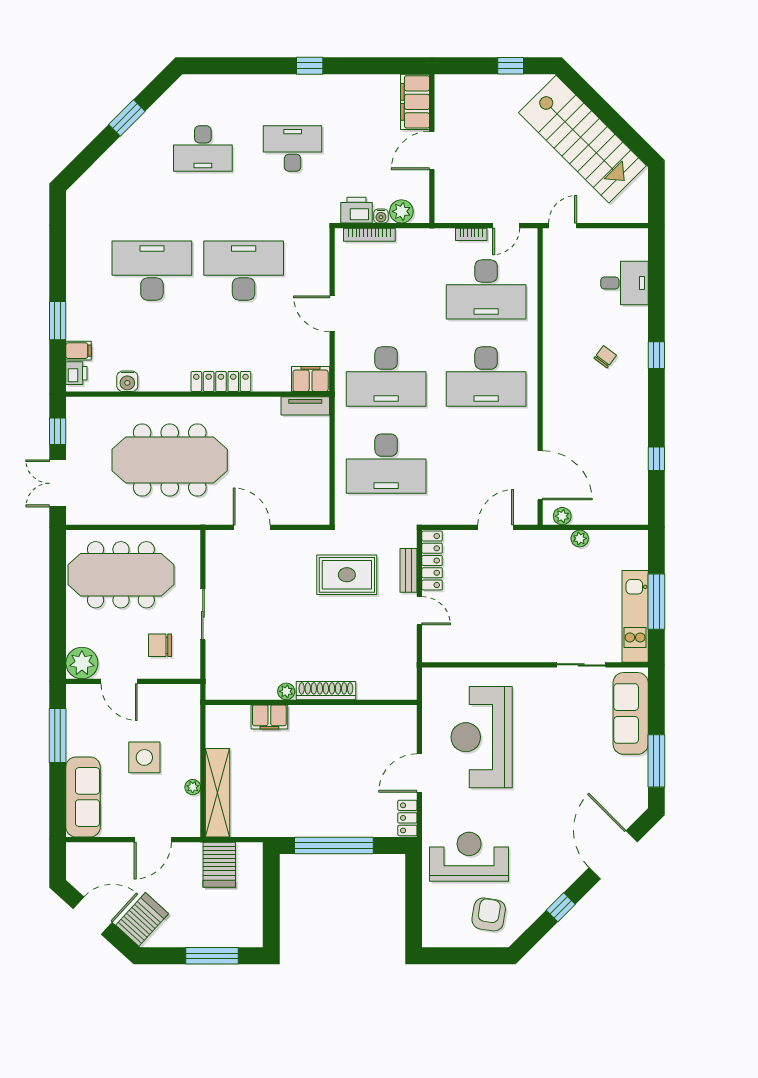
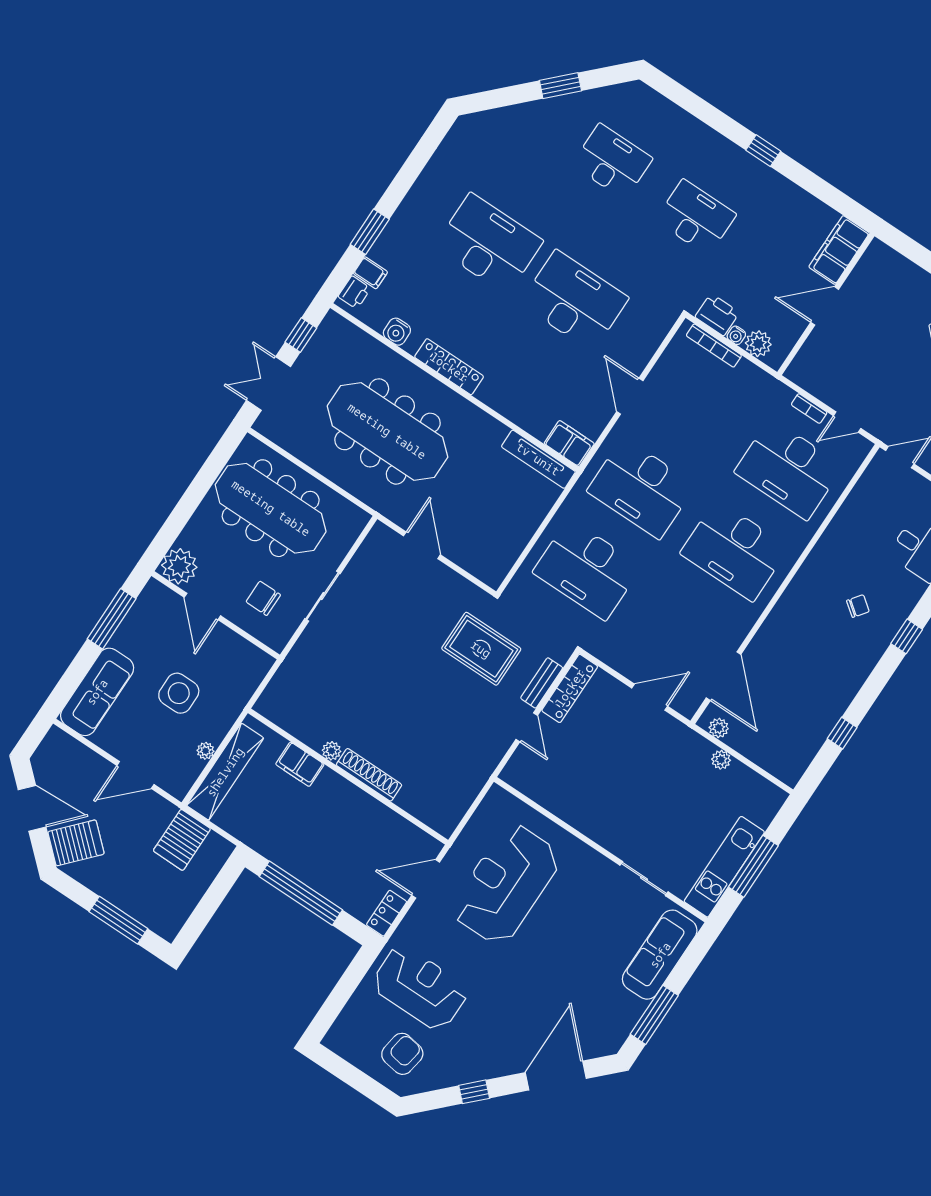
desk: (203, 149) -> (612, 162), turned 180
locker: (221, 381) -> (449, 367), moved
tv unit: (305, 406) -> (538, 459), width x1.41
plant: (286, 691) -> (332, 751), moved
shoe rack: (326, 691) -> (369, 775), moved
wall: (311, 702) -> (348, 777), moved
filing cabinet: (269, 717) -> (300, 764), moved

